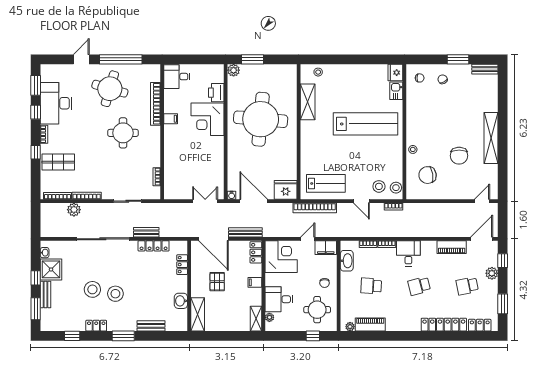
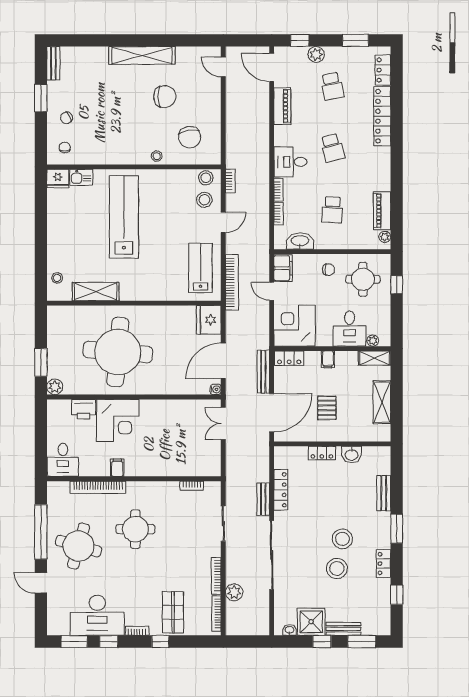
locker: (182, 265) -> (322, 453), moved
pallet: (217, 282) -> (327, 408), turned 90
shelving: (198, 314) -> (382, 402), moved, turned 90

